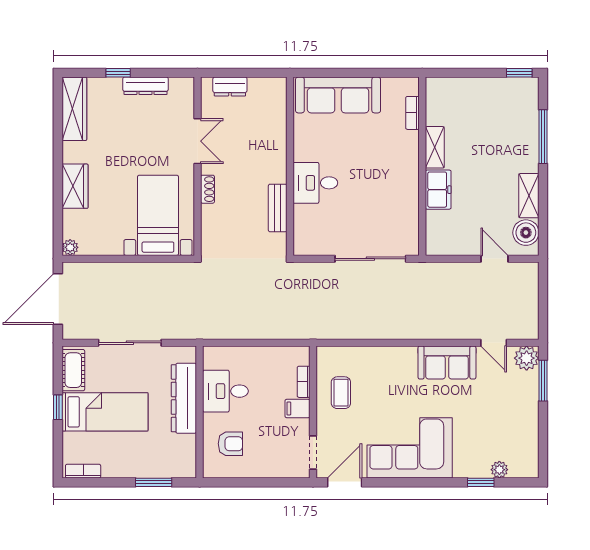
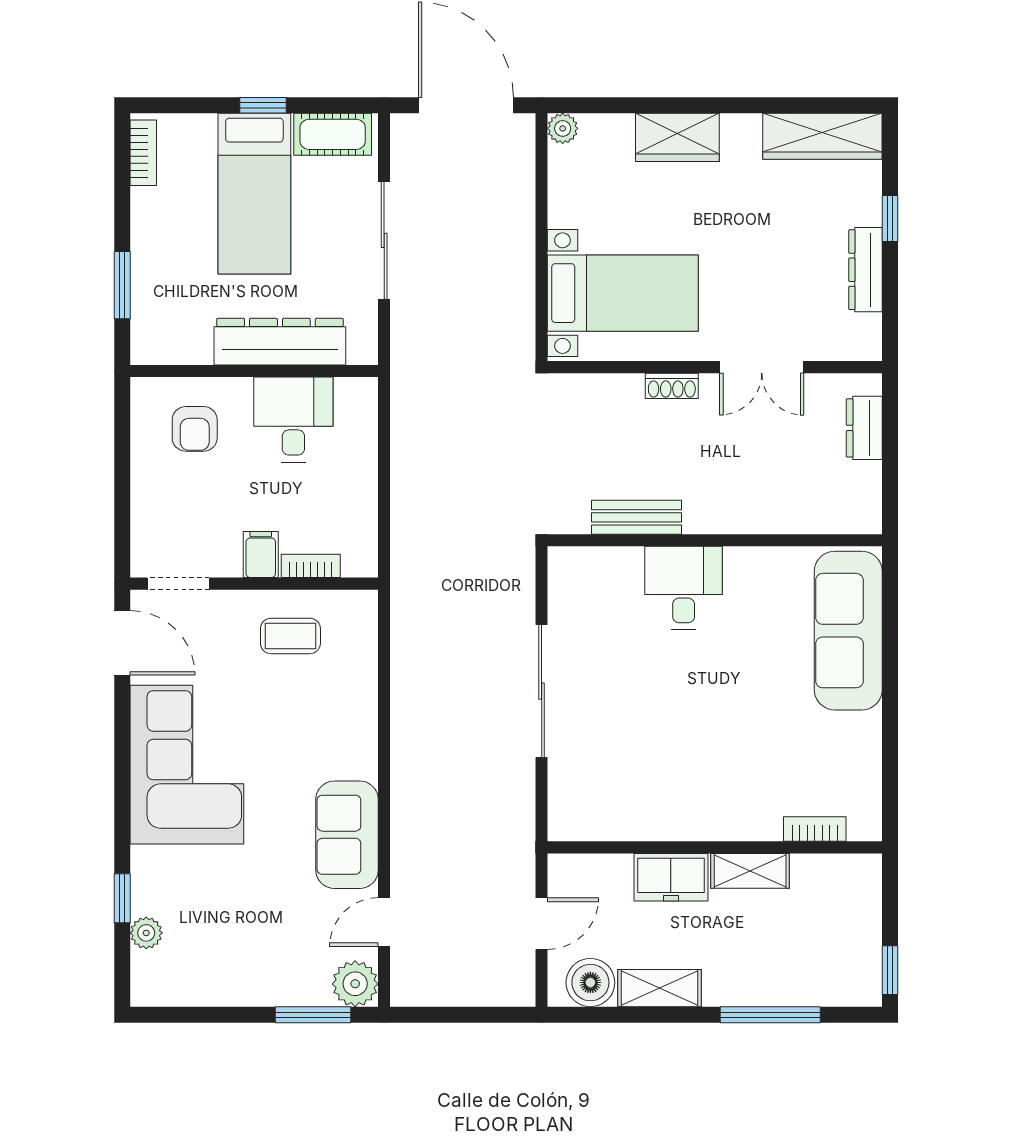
bookcase: (412, 113) -> (815, 829), moved
shelving: (435, 147) -> (750, 871), moved
wall: (422, 166) -> (715, 847), moved
freezer: (438, 190) -> (671, 877), moved

